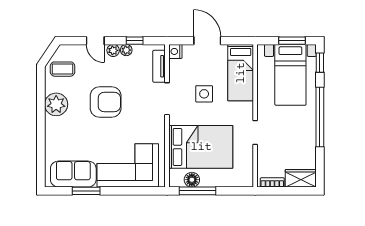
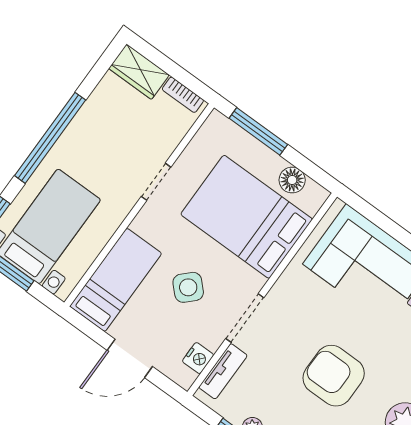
door: (207, 41) -> (130, 358), hinge flipped
nightstand: (175, 51) -> (198, 358), moved
side table: (204, 94) -> (188, 287), turned 45
window: (198, 191) -> (258, 131), moved

